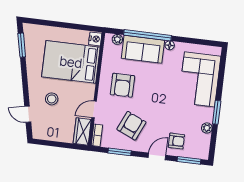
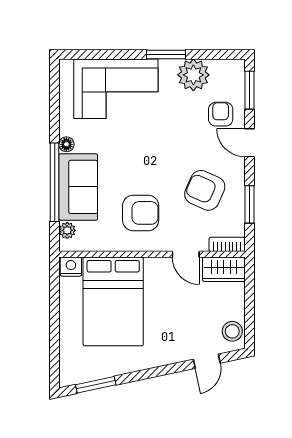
stool: (52, 99) -> (232, 331), moved
plant: (207, 128) -> (193, 75), width x1.88, depth x1.88

